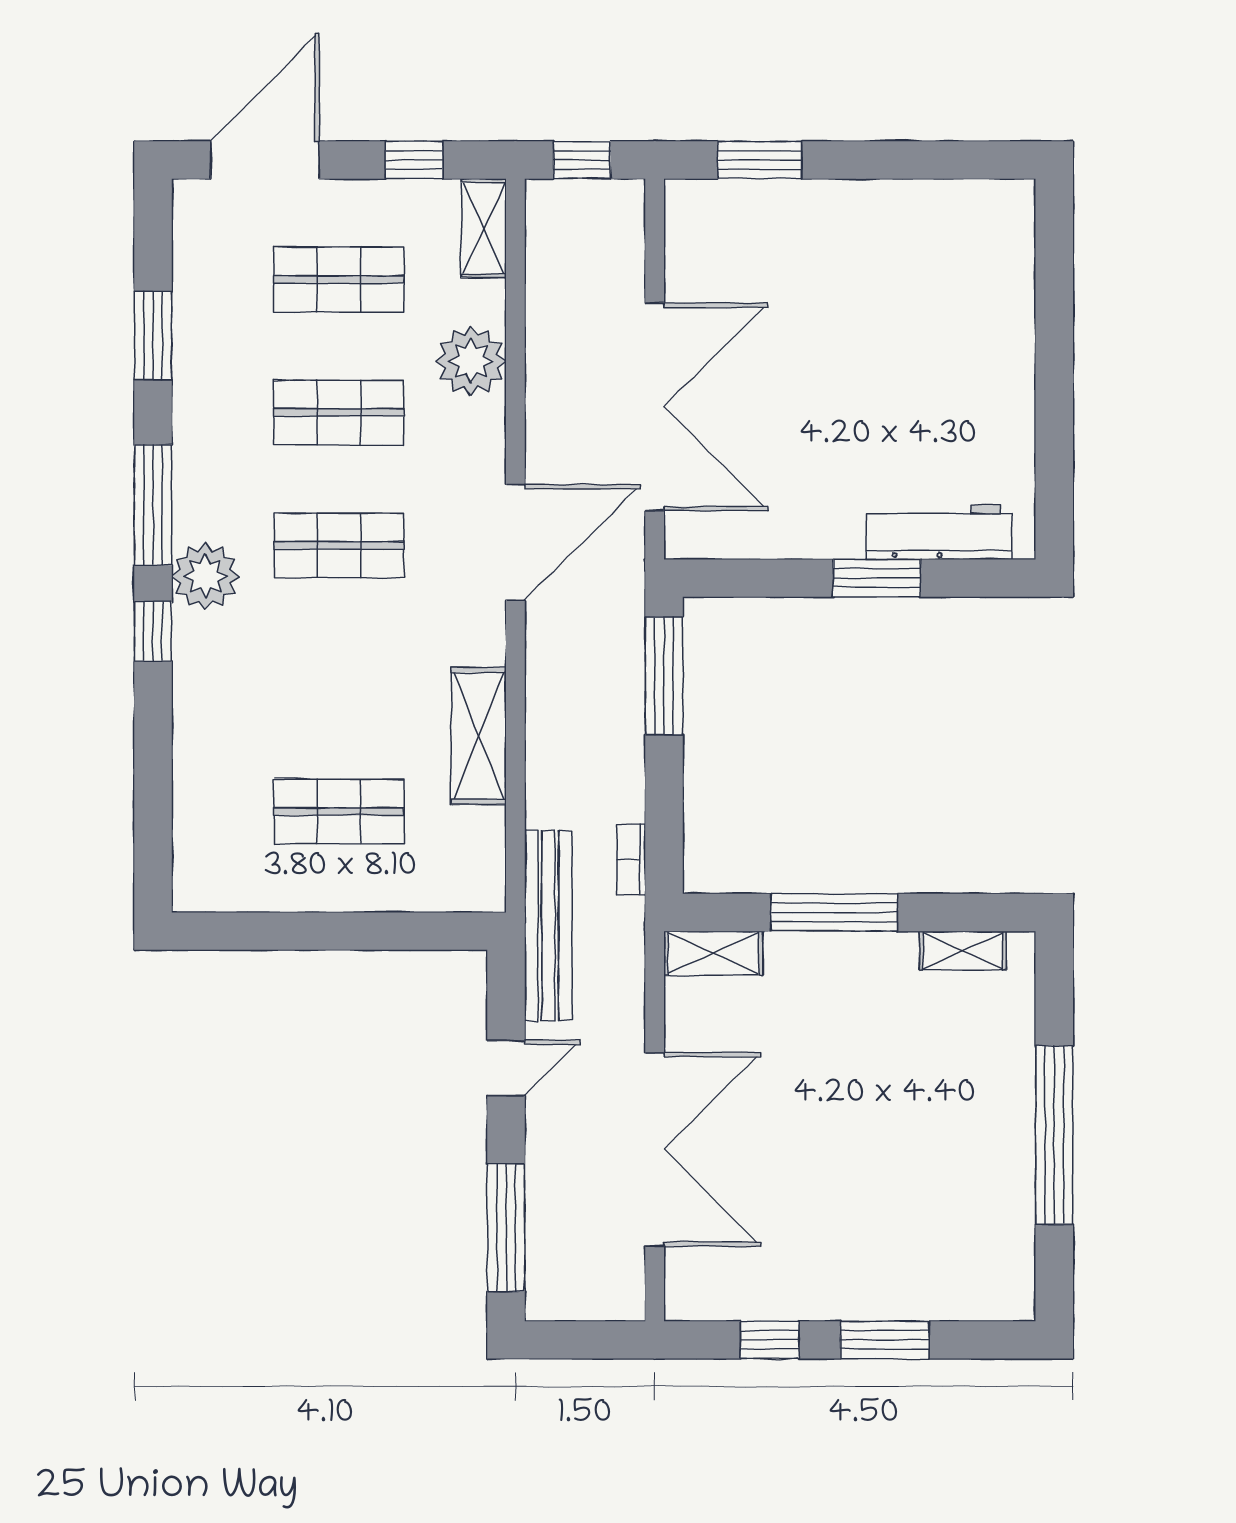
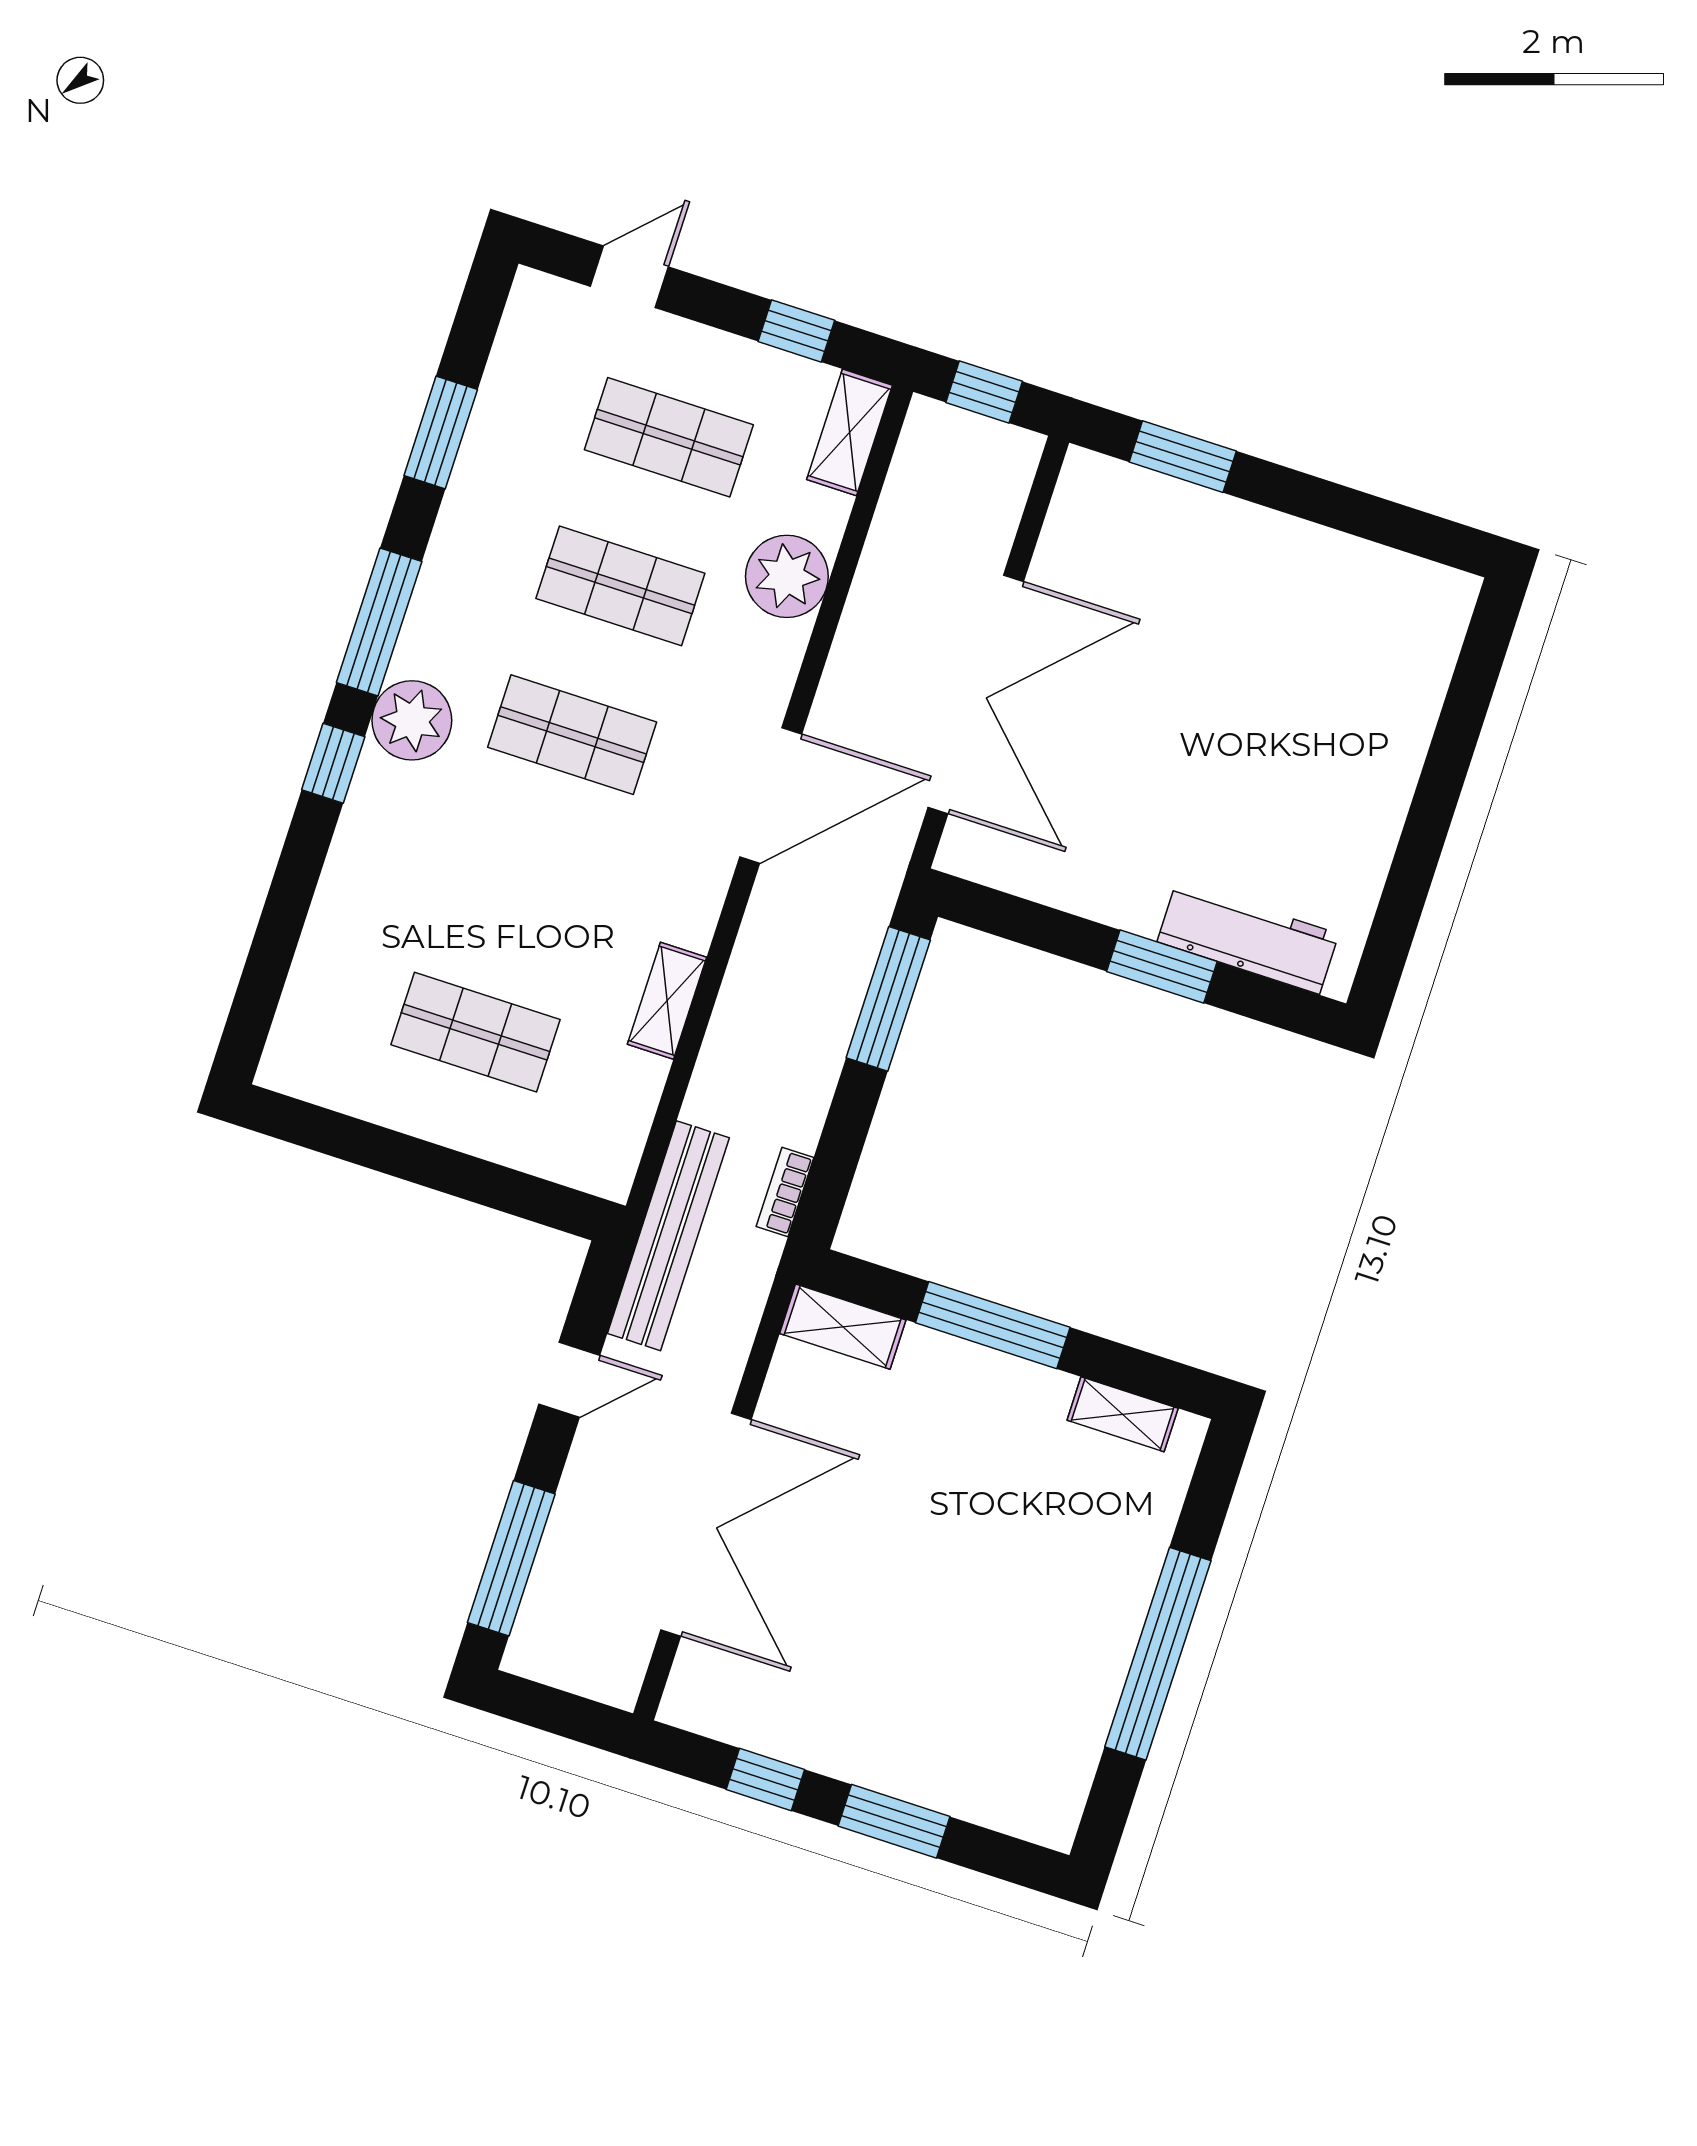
door: (265, 160) -> (629, 277), width x0.53
shelving: (479, 736) -> (667, 1001), width x0.67, depth x0.75

